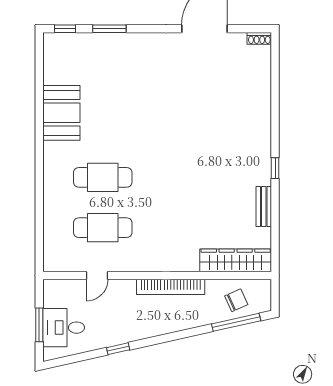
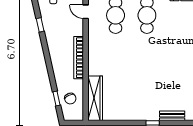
bench: (264, 207) -> (172, 116), moved
window: (236, 322) -> (56, 98), width x0.46

